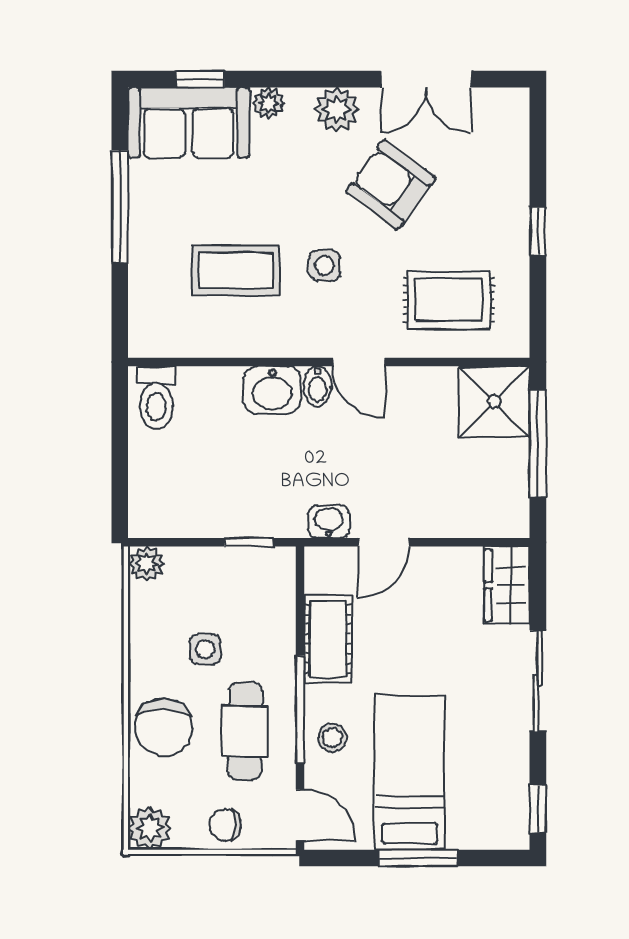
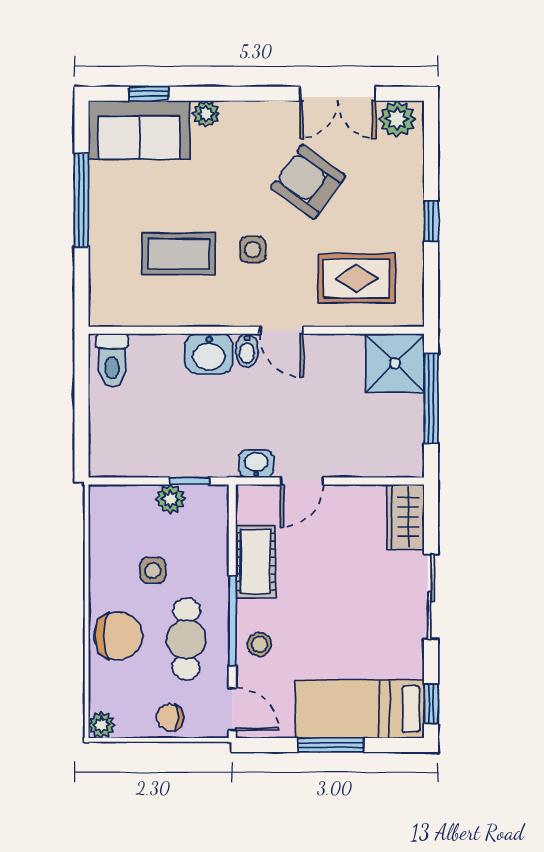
plant: (337, 109) -> (397, 119), moved
plant: (147, 564) -> (171, 499), moved
chair: (164, 727) -> (118, 636), turned -90
bed: (410, 772) -> (359, 709), moved, turned -90
plant: (150, 828) -> (102, 725), width x0.73, depth x0.73

